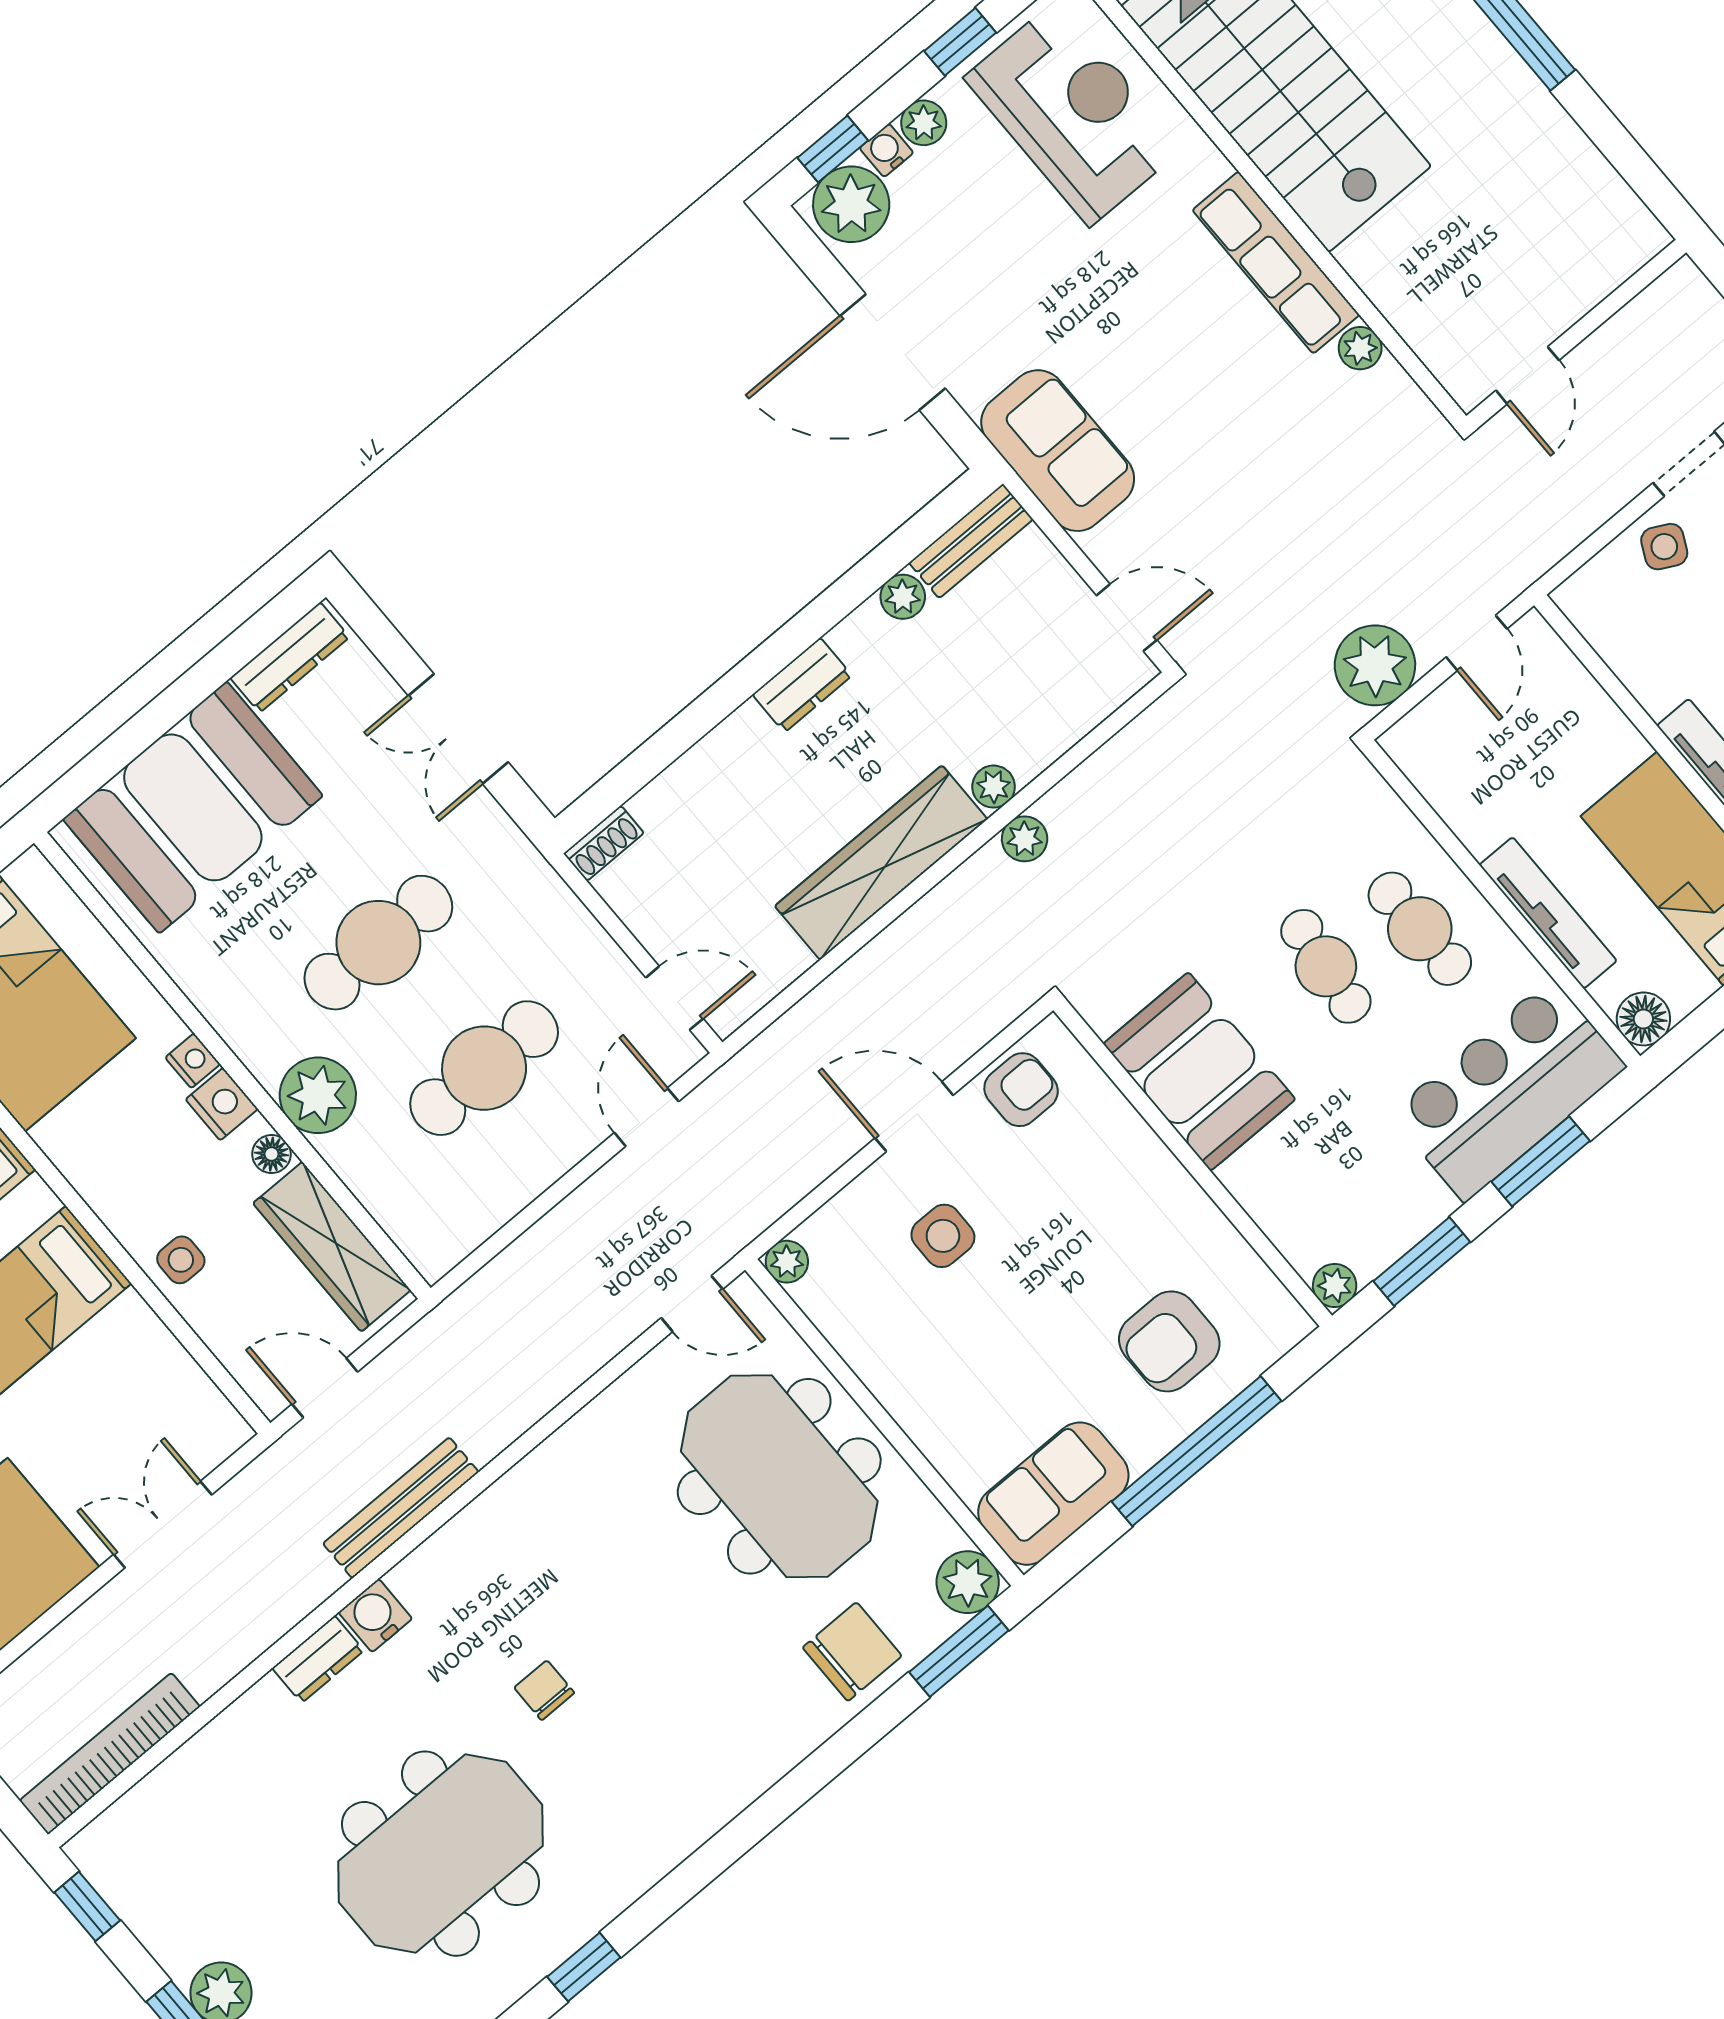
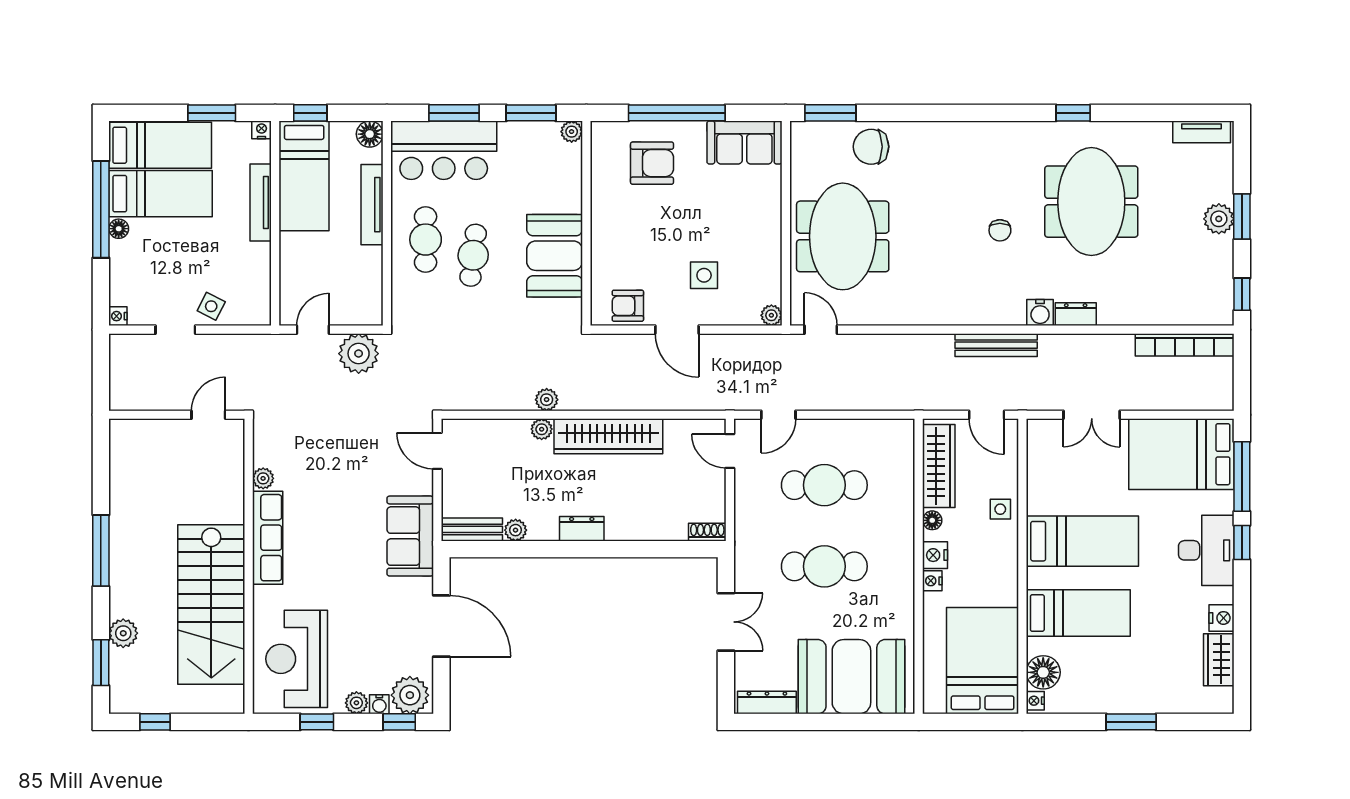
plant: (318, 1095) -> (896, 528), removed
plant: (968, 1582) -> (805, 136), removed
meeting table: (440, 1854) -> (1091, 202), turned 90

